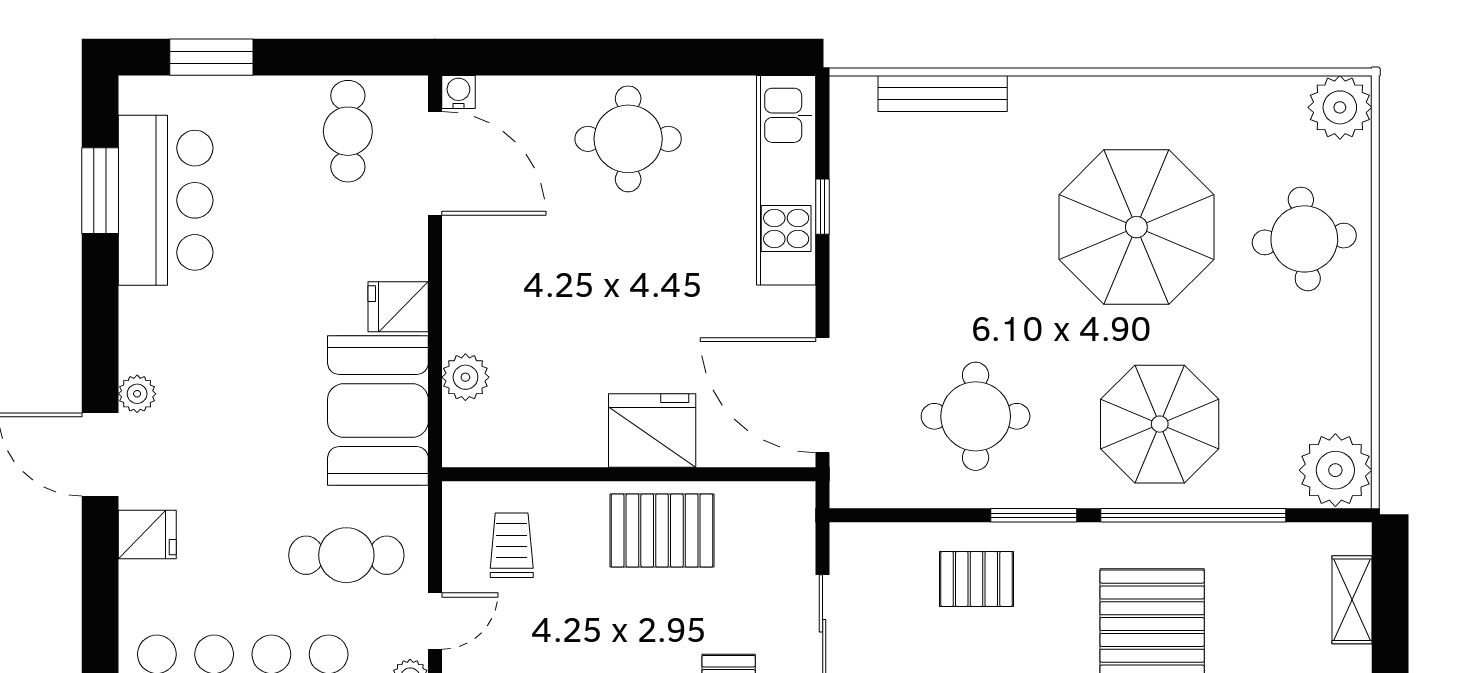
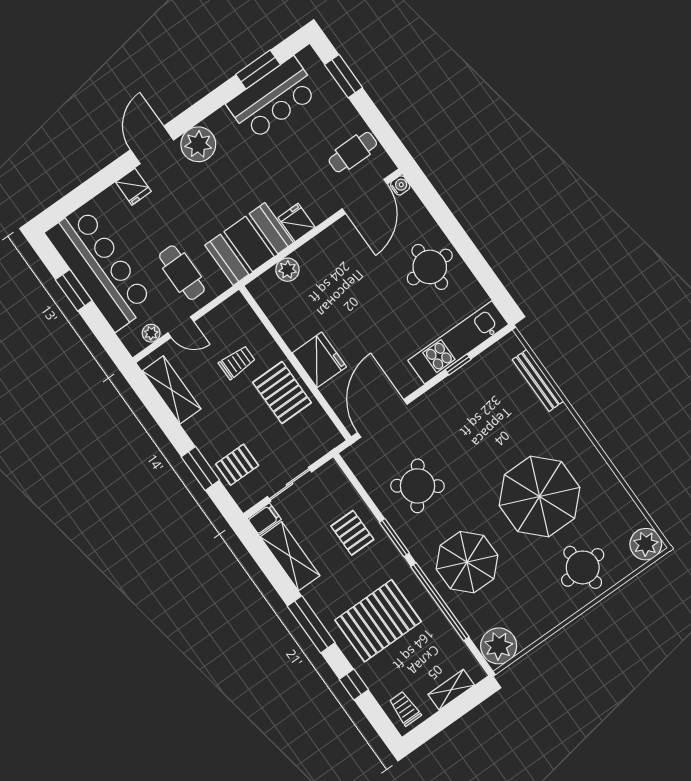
plant: (137, 394) -> (198, 144), width x1.88, depth x1.88
round table: (976, 416) -> (417, 486), turned 36
trolley: (512, 545) -> (237, 362), moved

